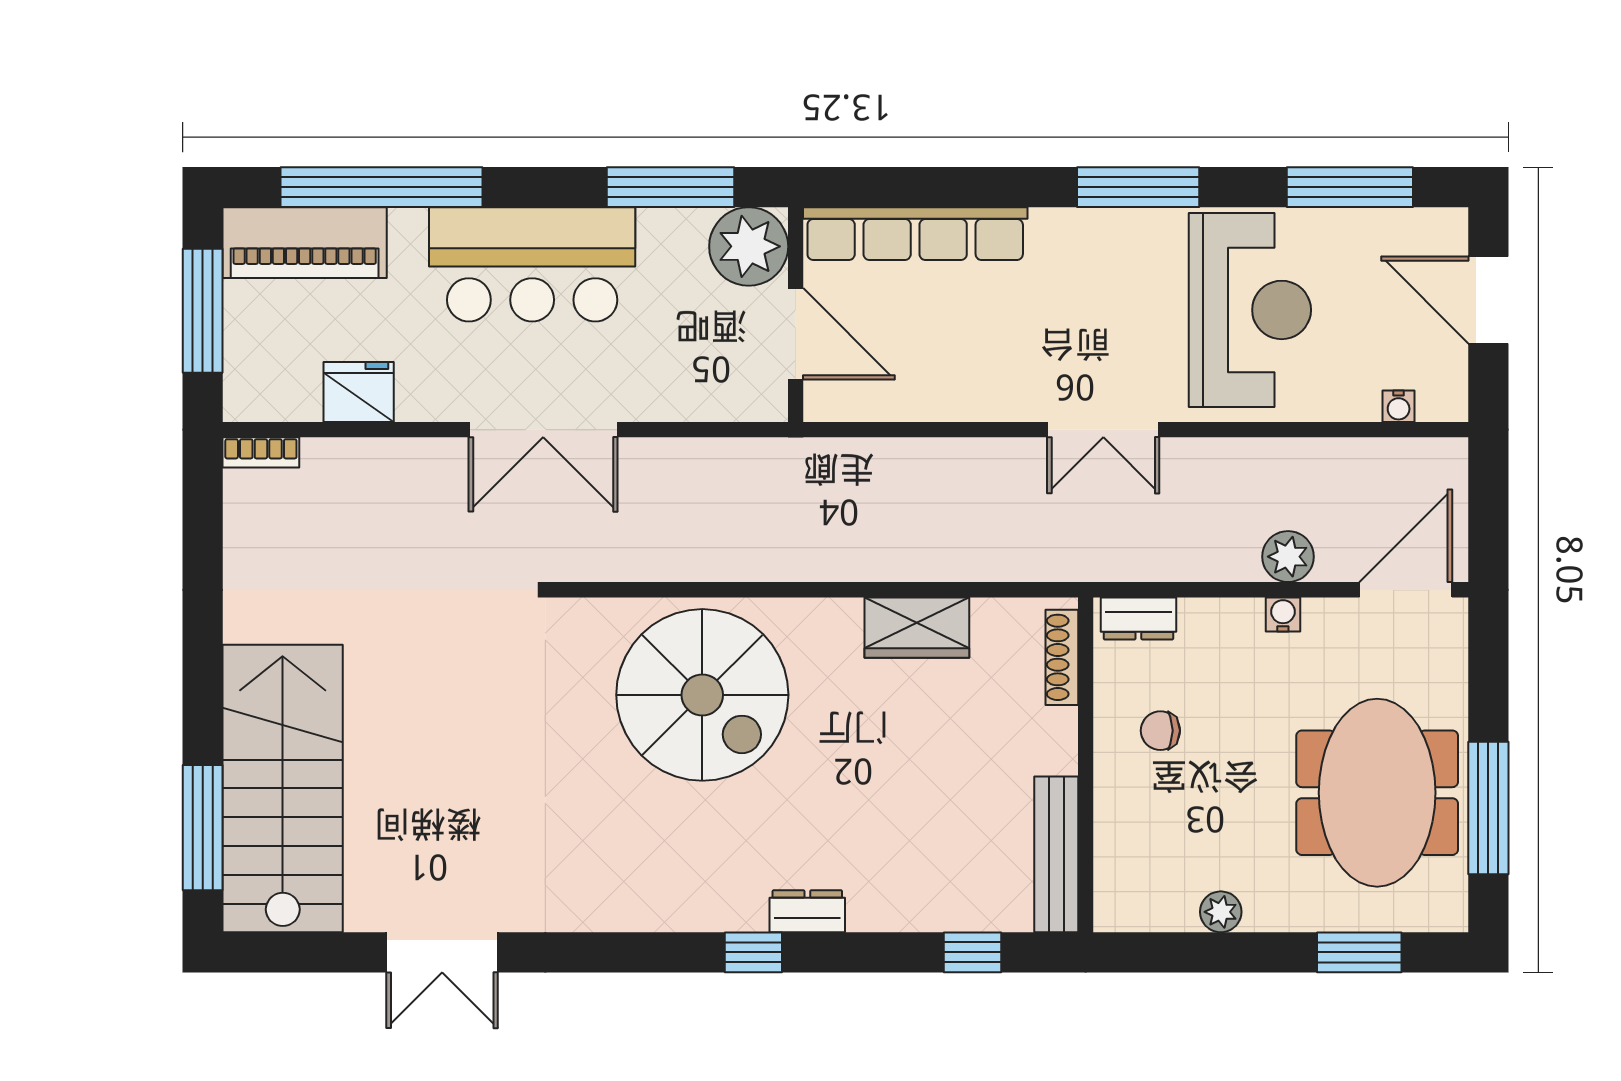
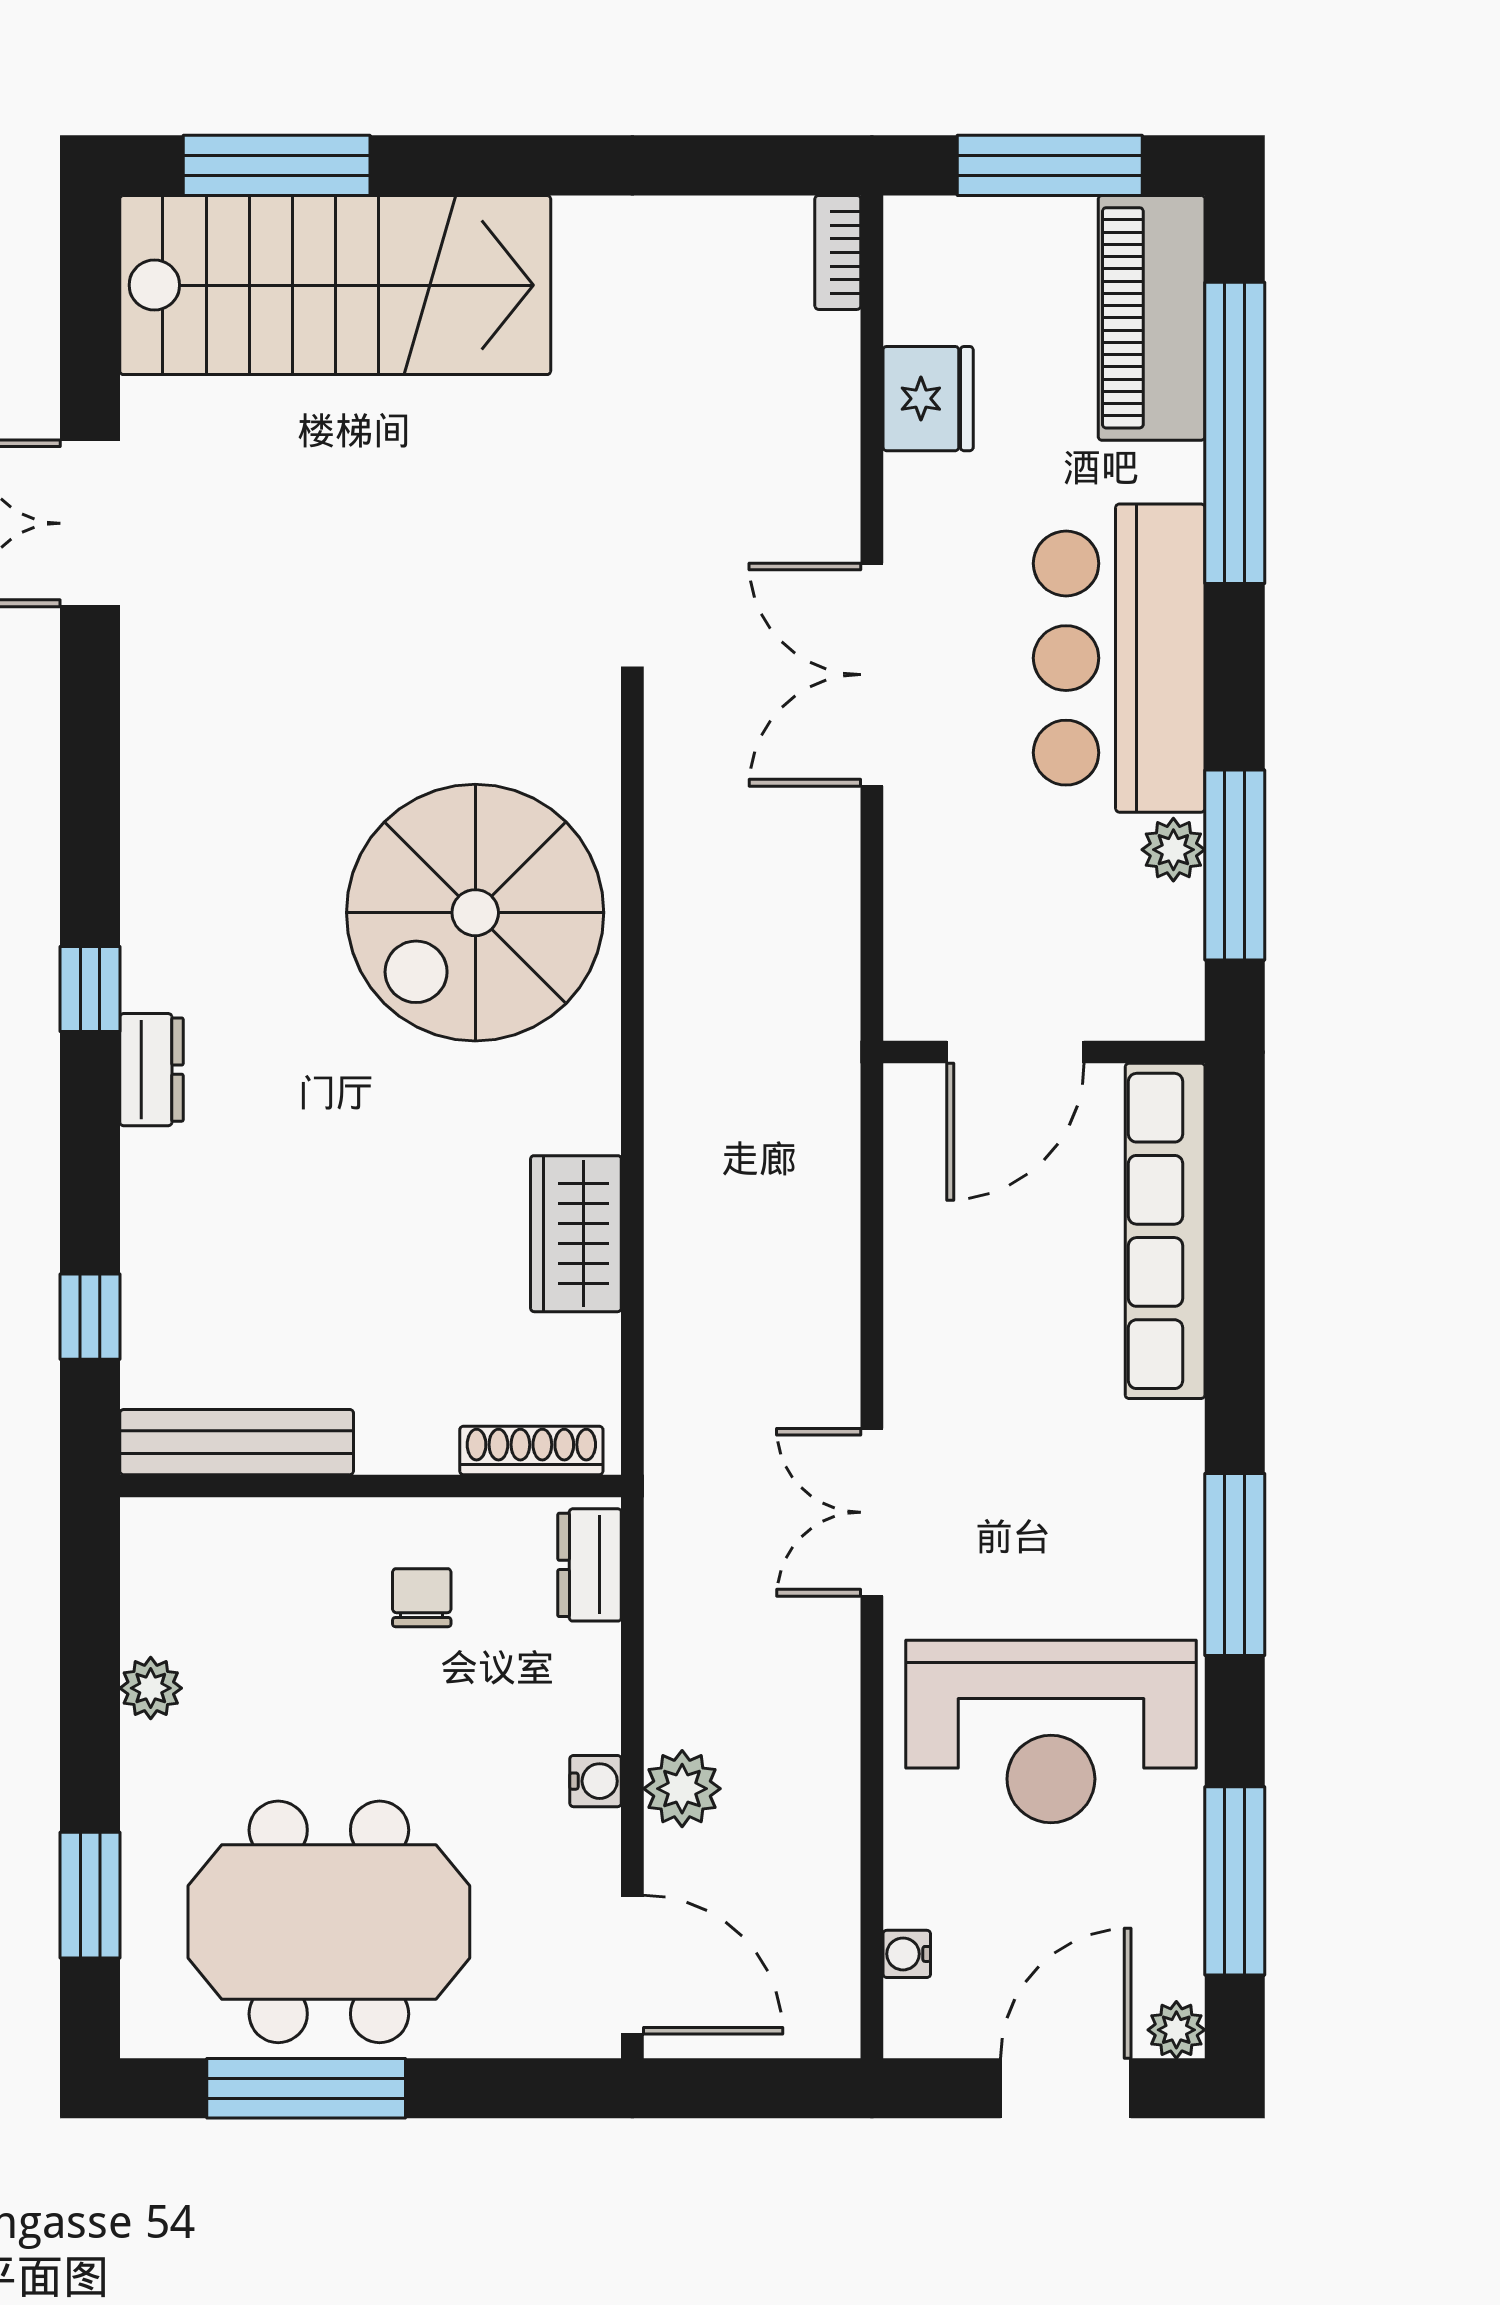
plant: (1449, 226) -> (1176, 2030), added
plant: (749, 246) -> (1173, 850), moved, width x0.53, depth x0.53

